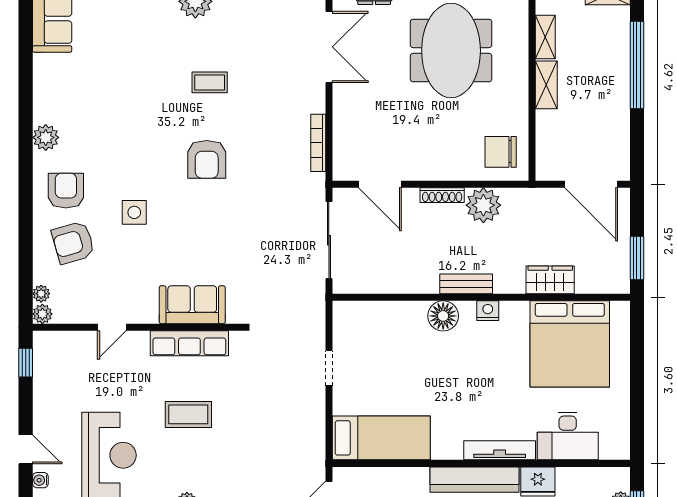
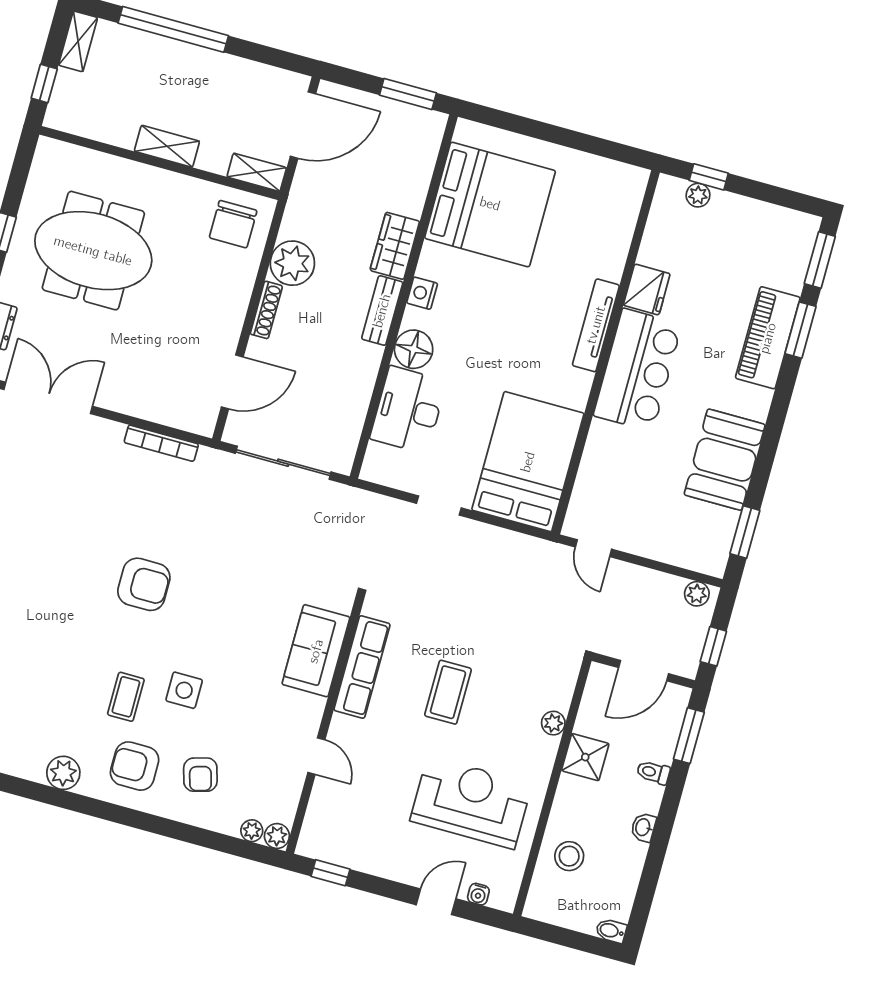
shelving: (545, 37) -> (257, 172), moved
coffee table: (210, 82) -> (126, 697), moved
armchair: (73, 243) -> (200, 775), width x0.72, depth x0.72
wardrobe: (550, 280) -> (395, 246), moved
desk: (568, 436) -> (408, 410), moved, turned 180
bed: (381, 438) -> (528, 462), width x1.50

